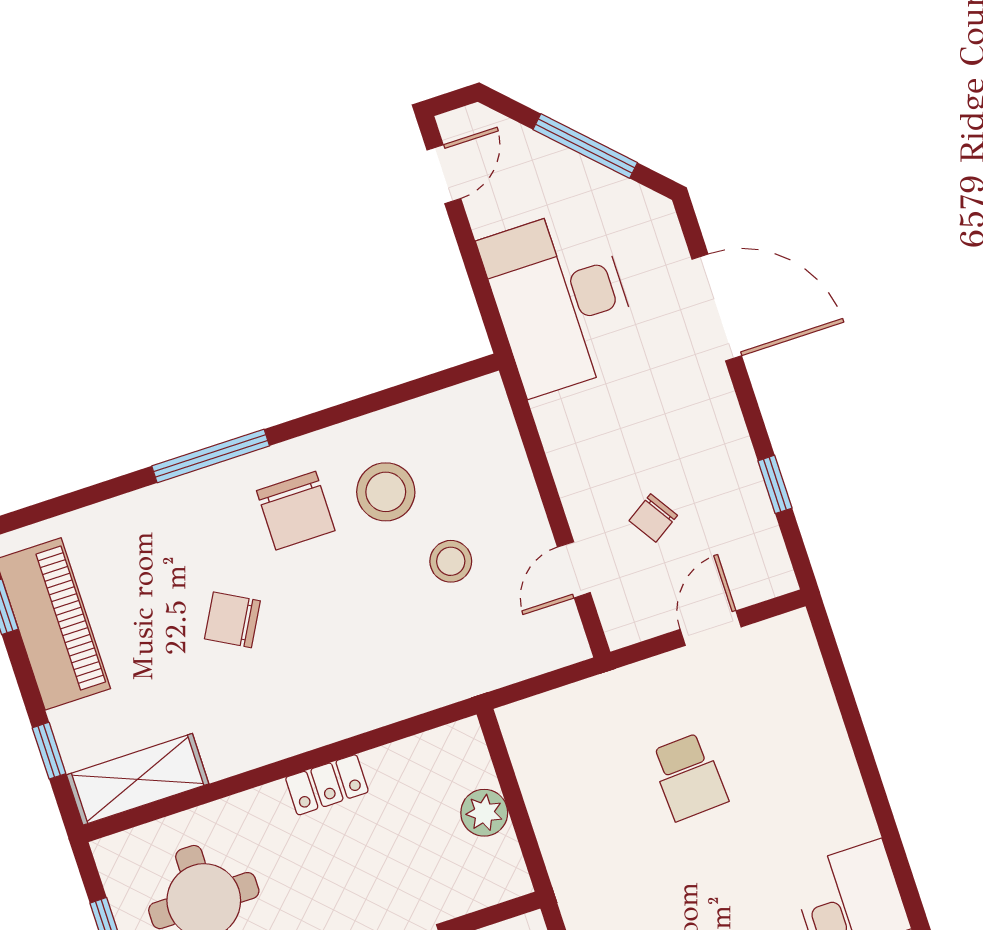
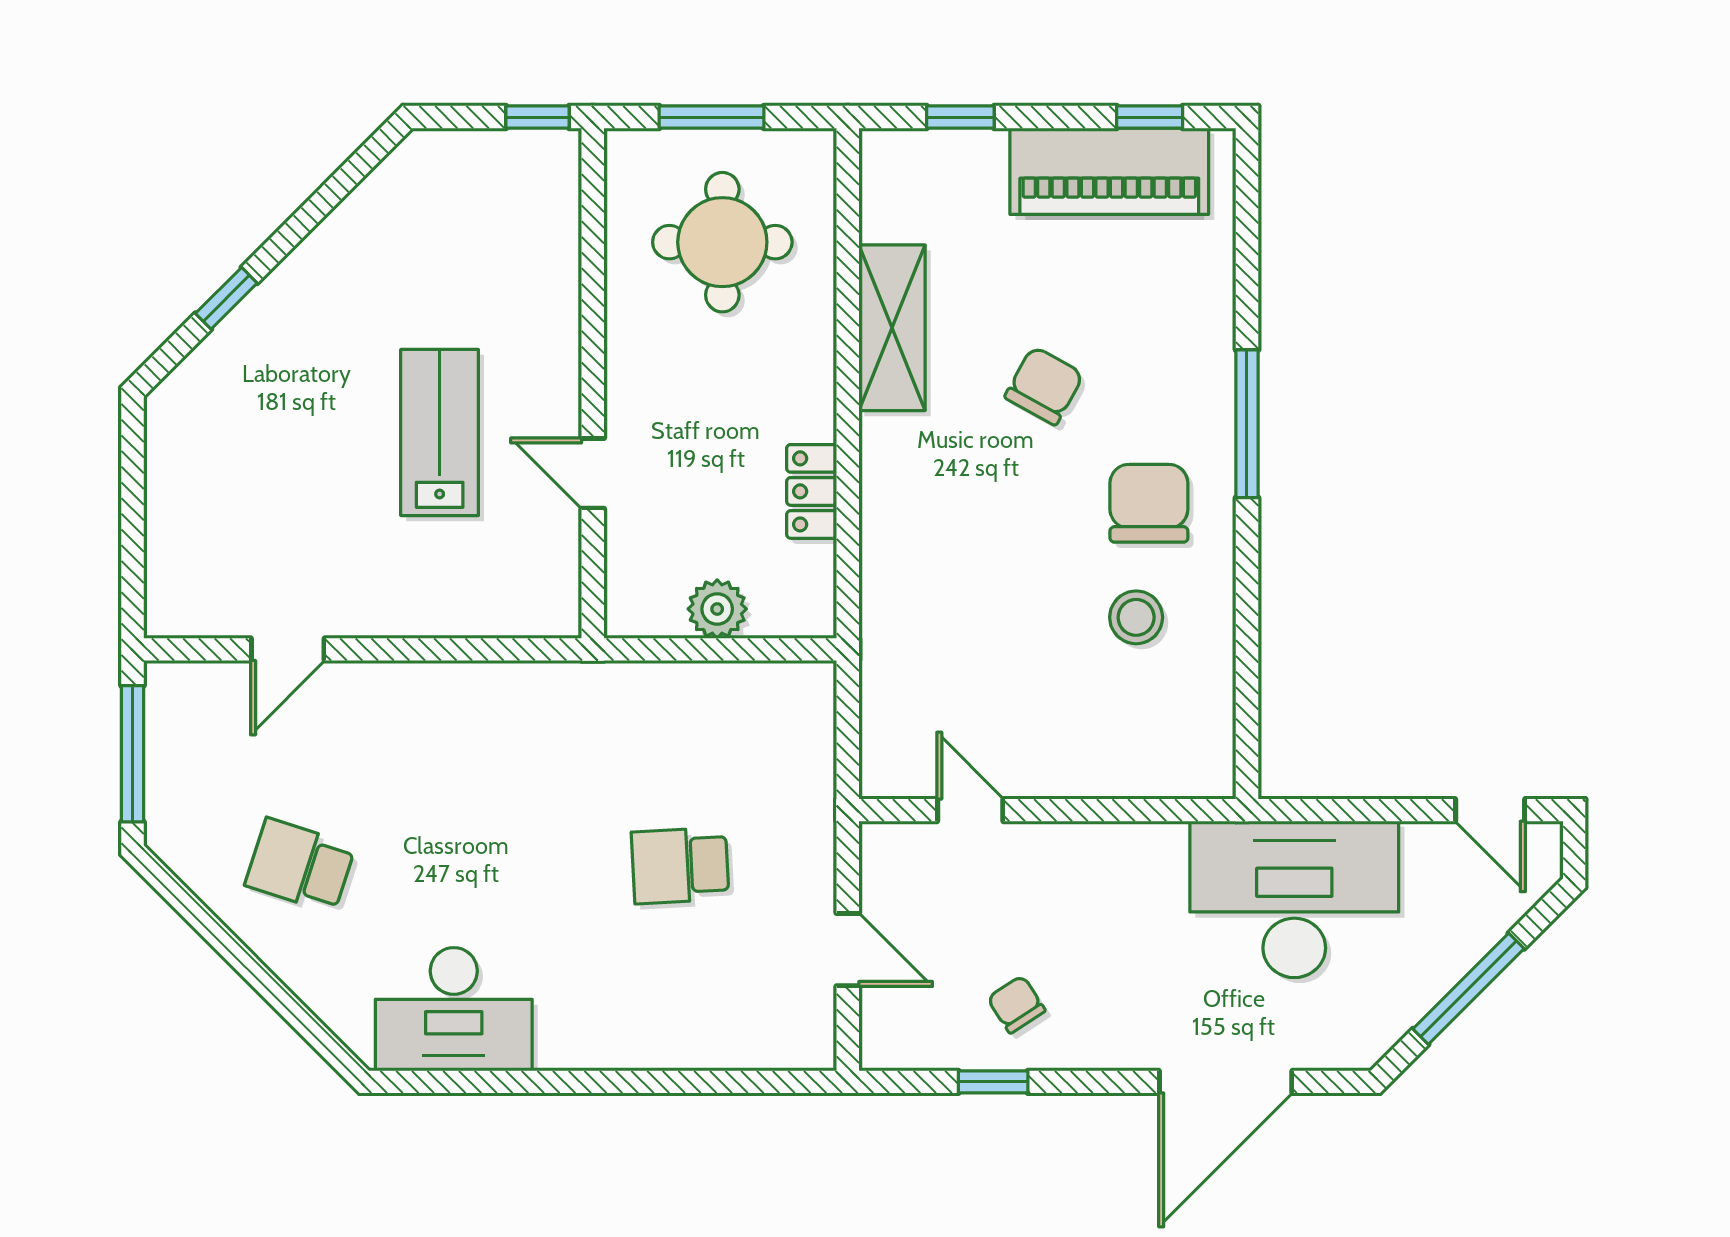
stool: (386, 492) -> (1136, 617), width x0.73, depth x0.73
chair: (296, 511) -> (1149, 503), turned 90
chair: (653, 518) -> (1016, 1004), moved
stool: (451, 561) -> (1028, 667), removed
shelving: (138, 779) -> (892, 328), moved
locker: (327, 785) -> (812, 491), moved

